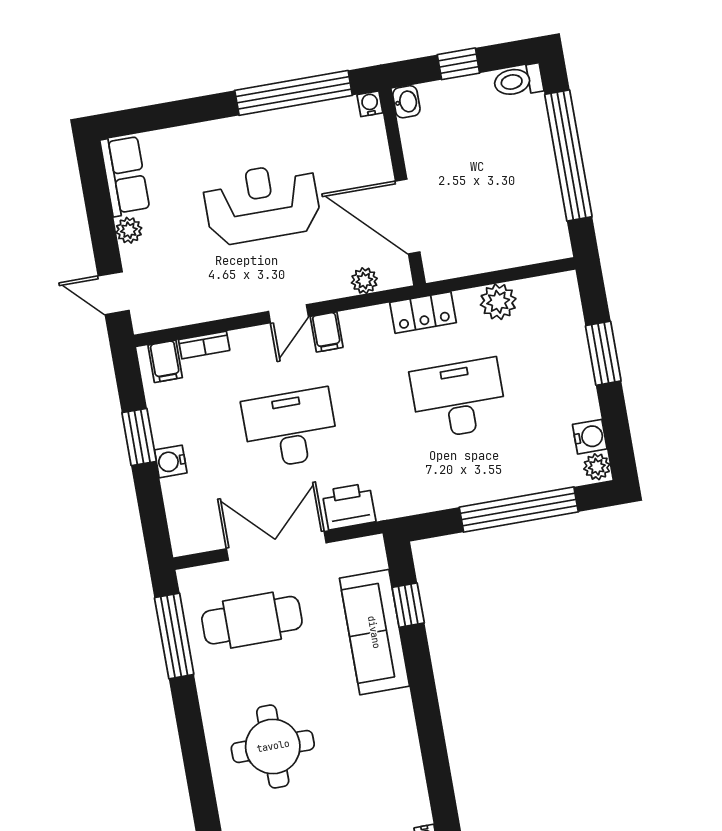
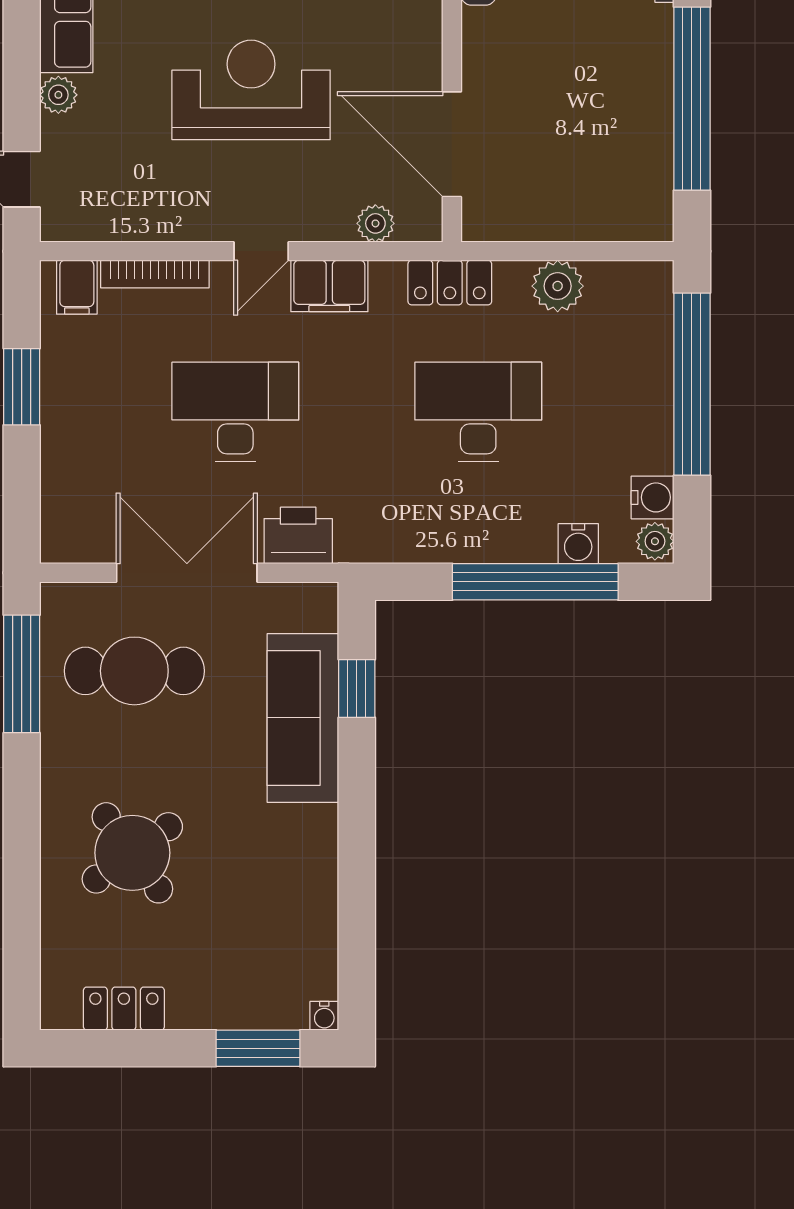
filing cabinet: (327, 332) -> (329, 286), width x2.00
bookcase: (204, 345) -> (155, 274), width x1.56
window: (603, 353) -> (692, 384), width x2.11
water cooler: (171, 461) -> (578, 544), moved, turned -90
round table: (273, 746) -> (132, 853), turned -36

